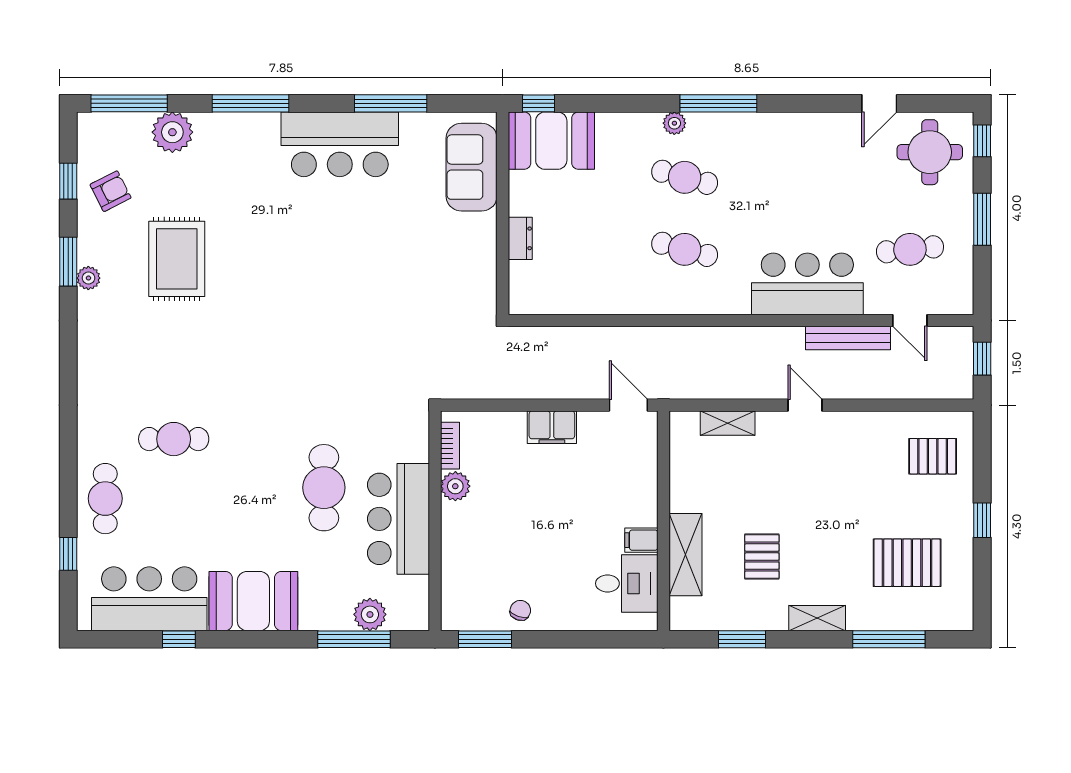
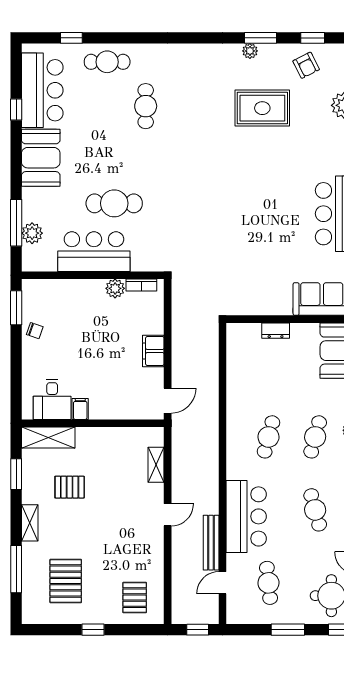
cafe table: (797, 177) -> (315, 510), added
shelving: (685, 555) -> (48, 438), moved

